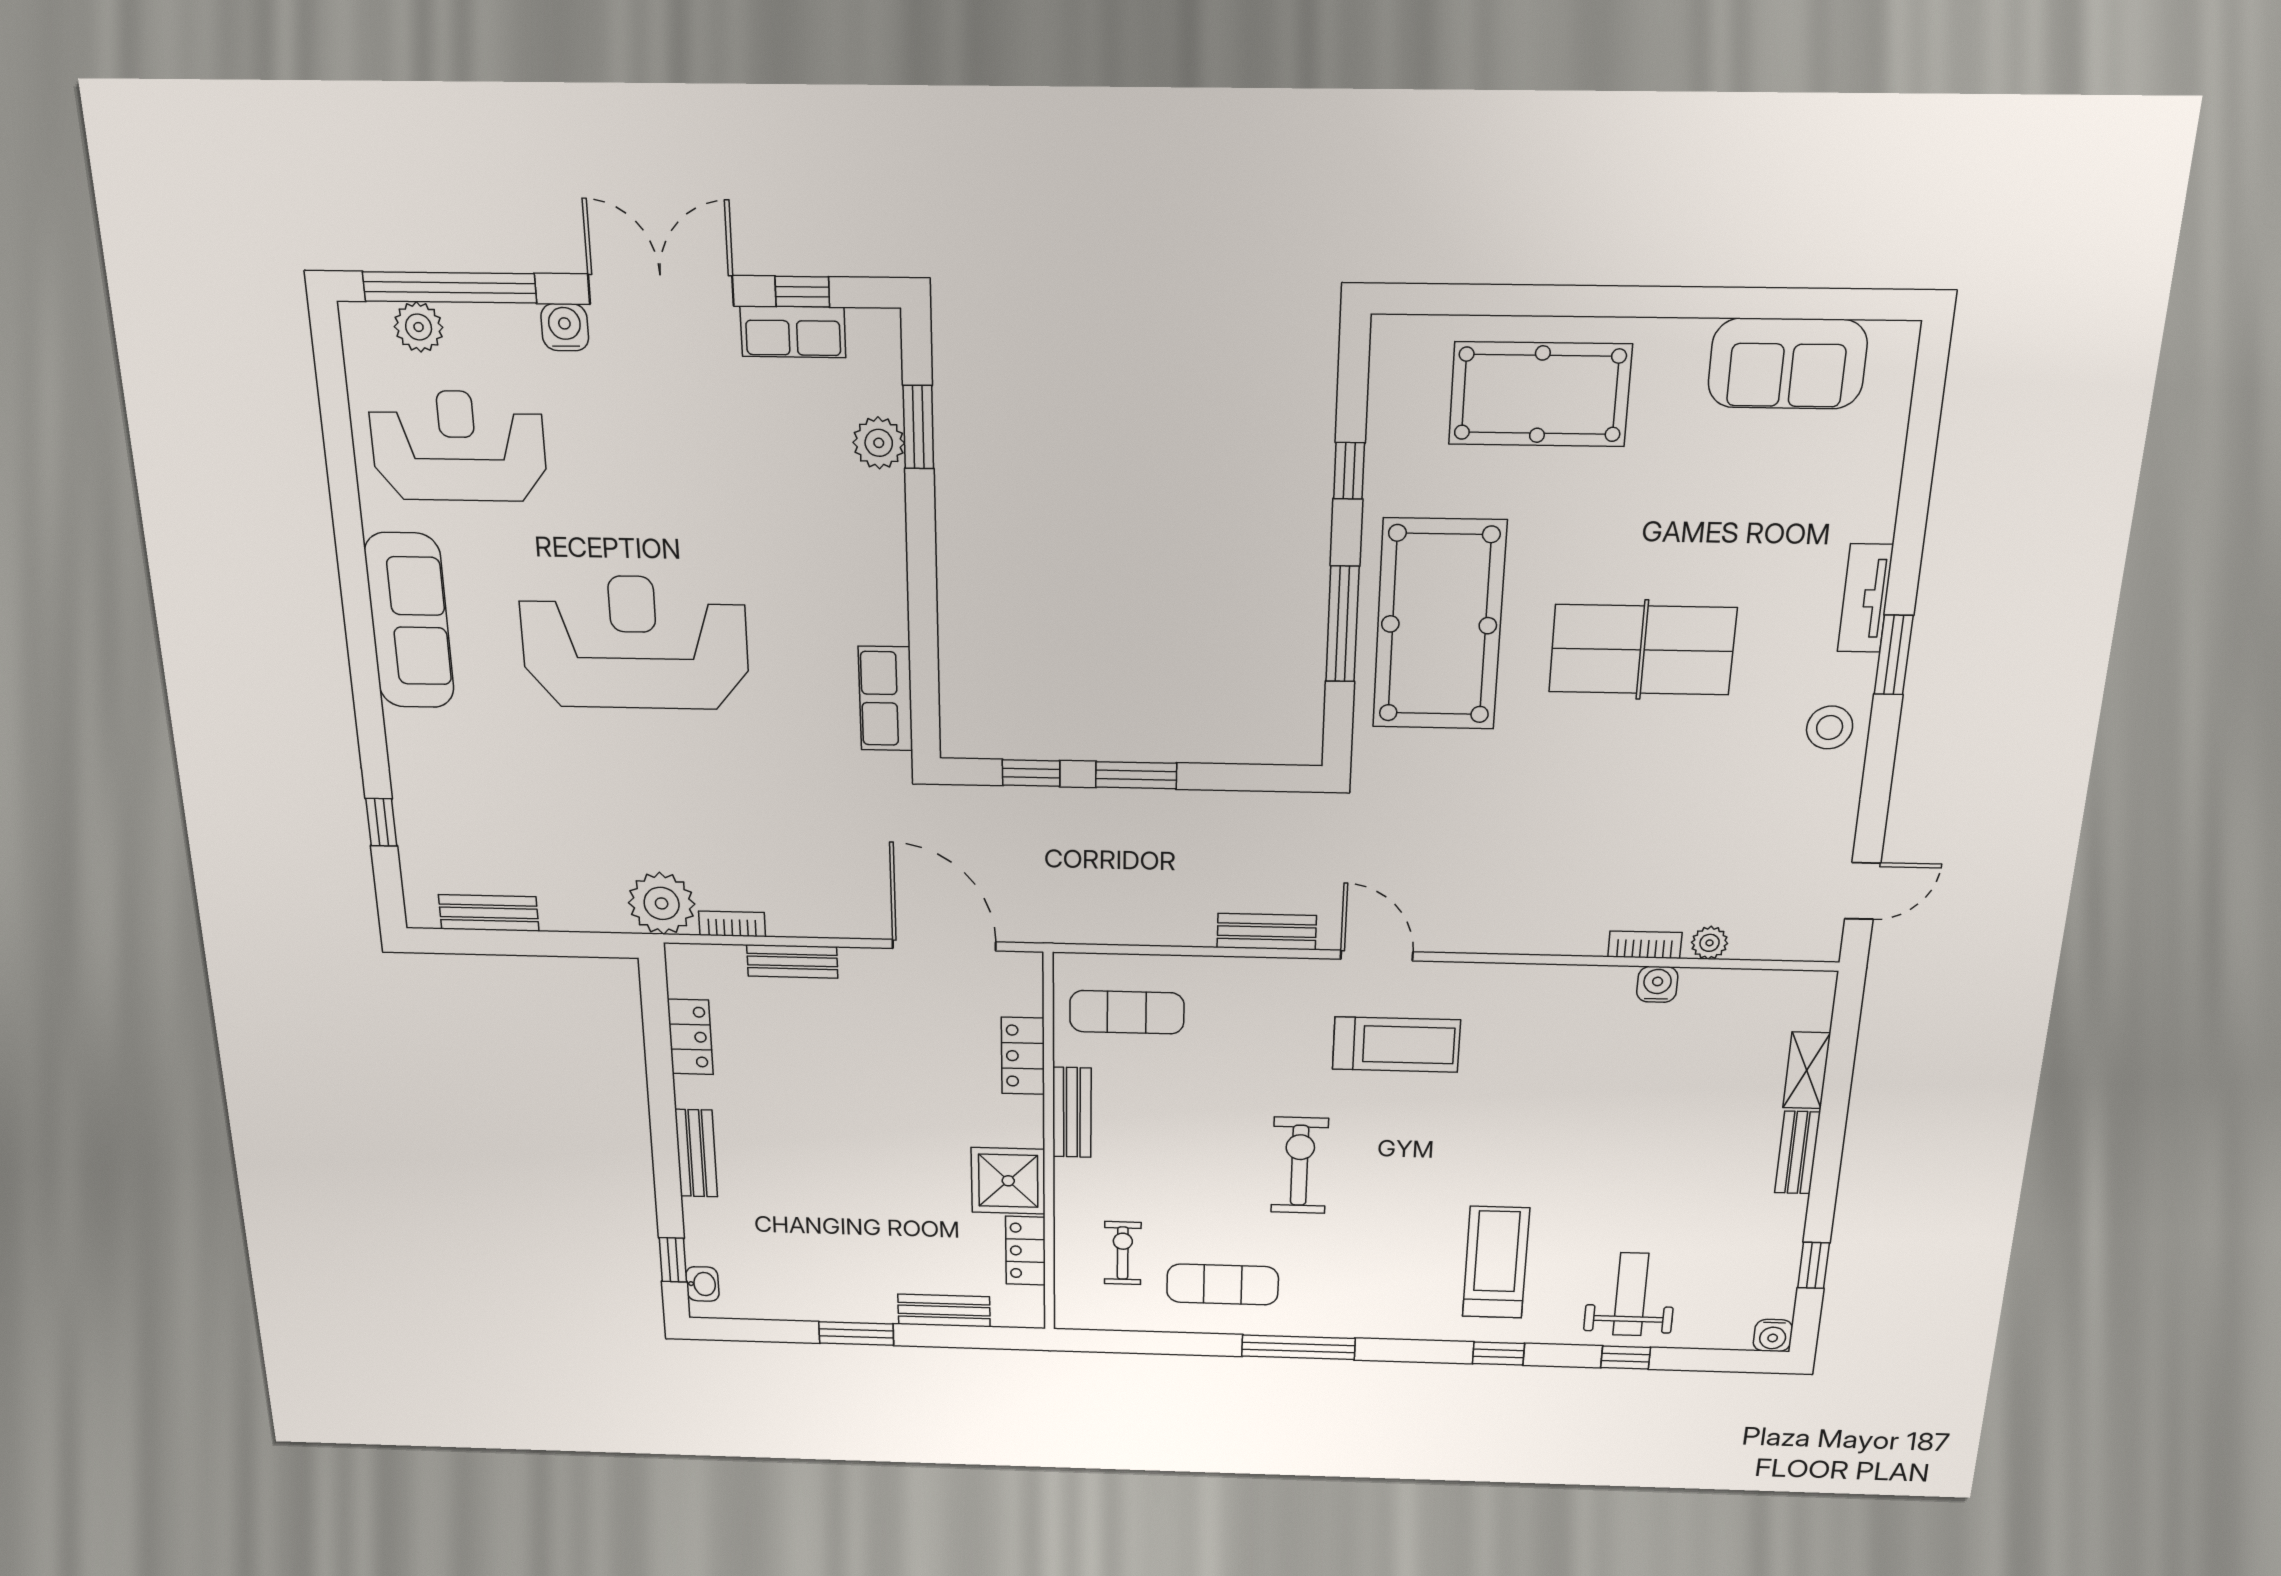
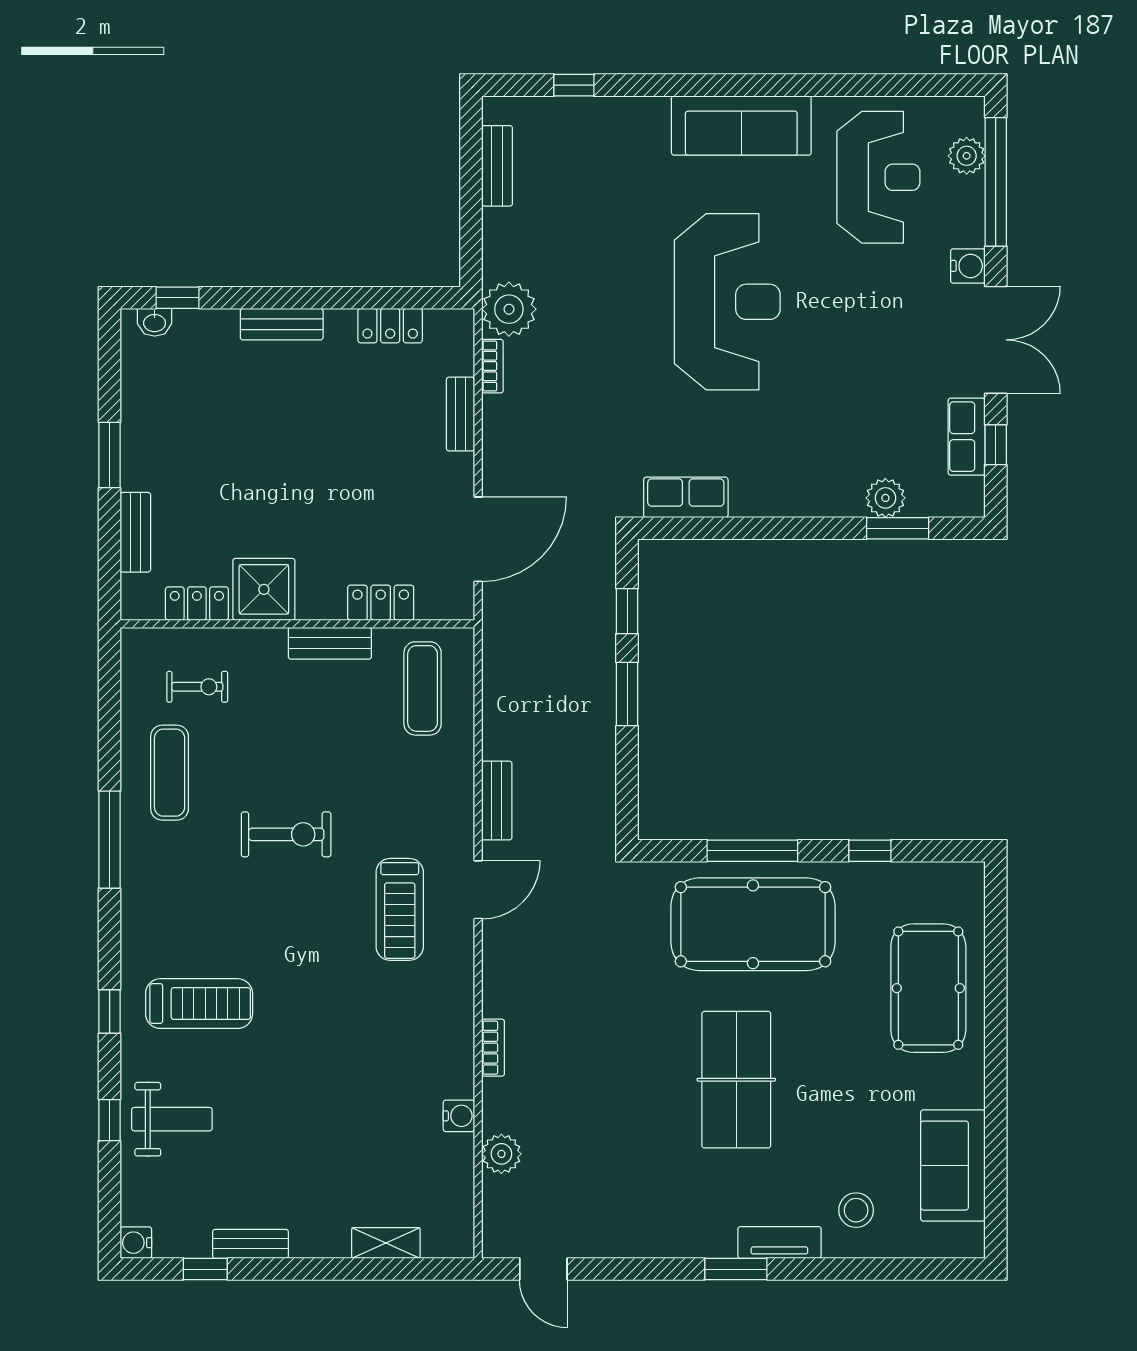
stool: (1830, 727) -> (856, 1210), moved
plant: (1710, 943) -> (501, 1154), width x1.38, depth x1.38
bookcase: (1645, 945) -> (493, 1048), moved
bench: (1797, 1153) -> (250, 1244), moved

